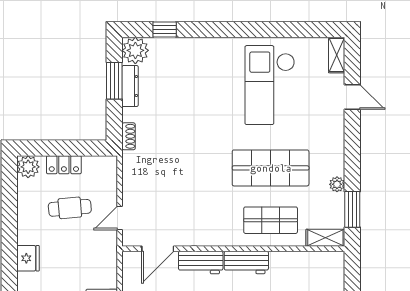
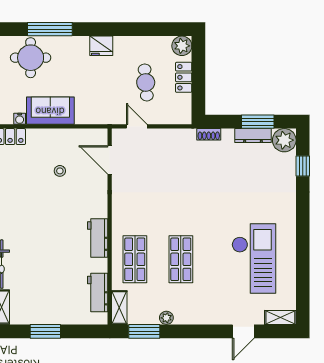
checkout: (270, 85) -> (254, 259), turned 90
shop shelf: (271, 168) -> (181, 259), width x0.70, depth x0.74
workbench: (201, 262) -> (98, 292), moved

